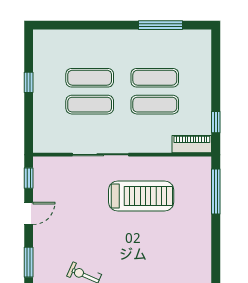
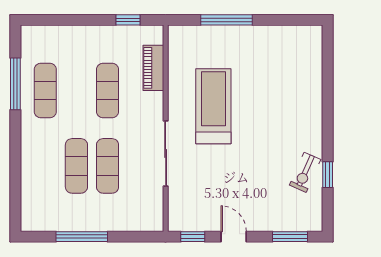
exercise mat: (155, 78) -> (45, 90), moved
window: (29, 82) -> (82, 237), width x2.17
piano: (192, 144) -> (153, 68), moved
window: (216, 191) -> (227, 20), moved

